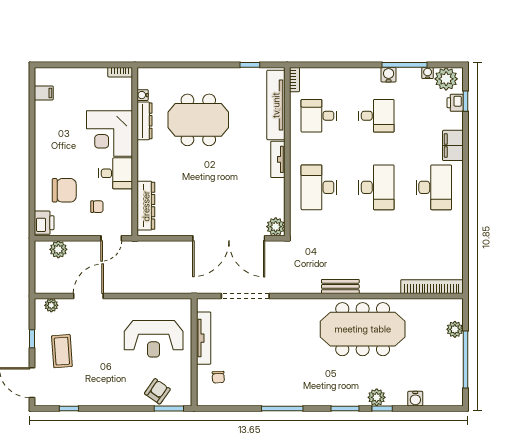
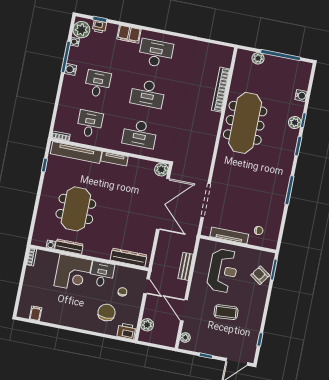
desk: (319, 116) -> (90, 124), turned 180
desk: (376, 187) -> (148, 94), turned 180
bench: (340, 286) -> (186, 266), moved
bookcase: (432, 287) -> (221, 90), moved
coffee table: (62, 351) -> (226, 312), moved

